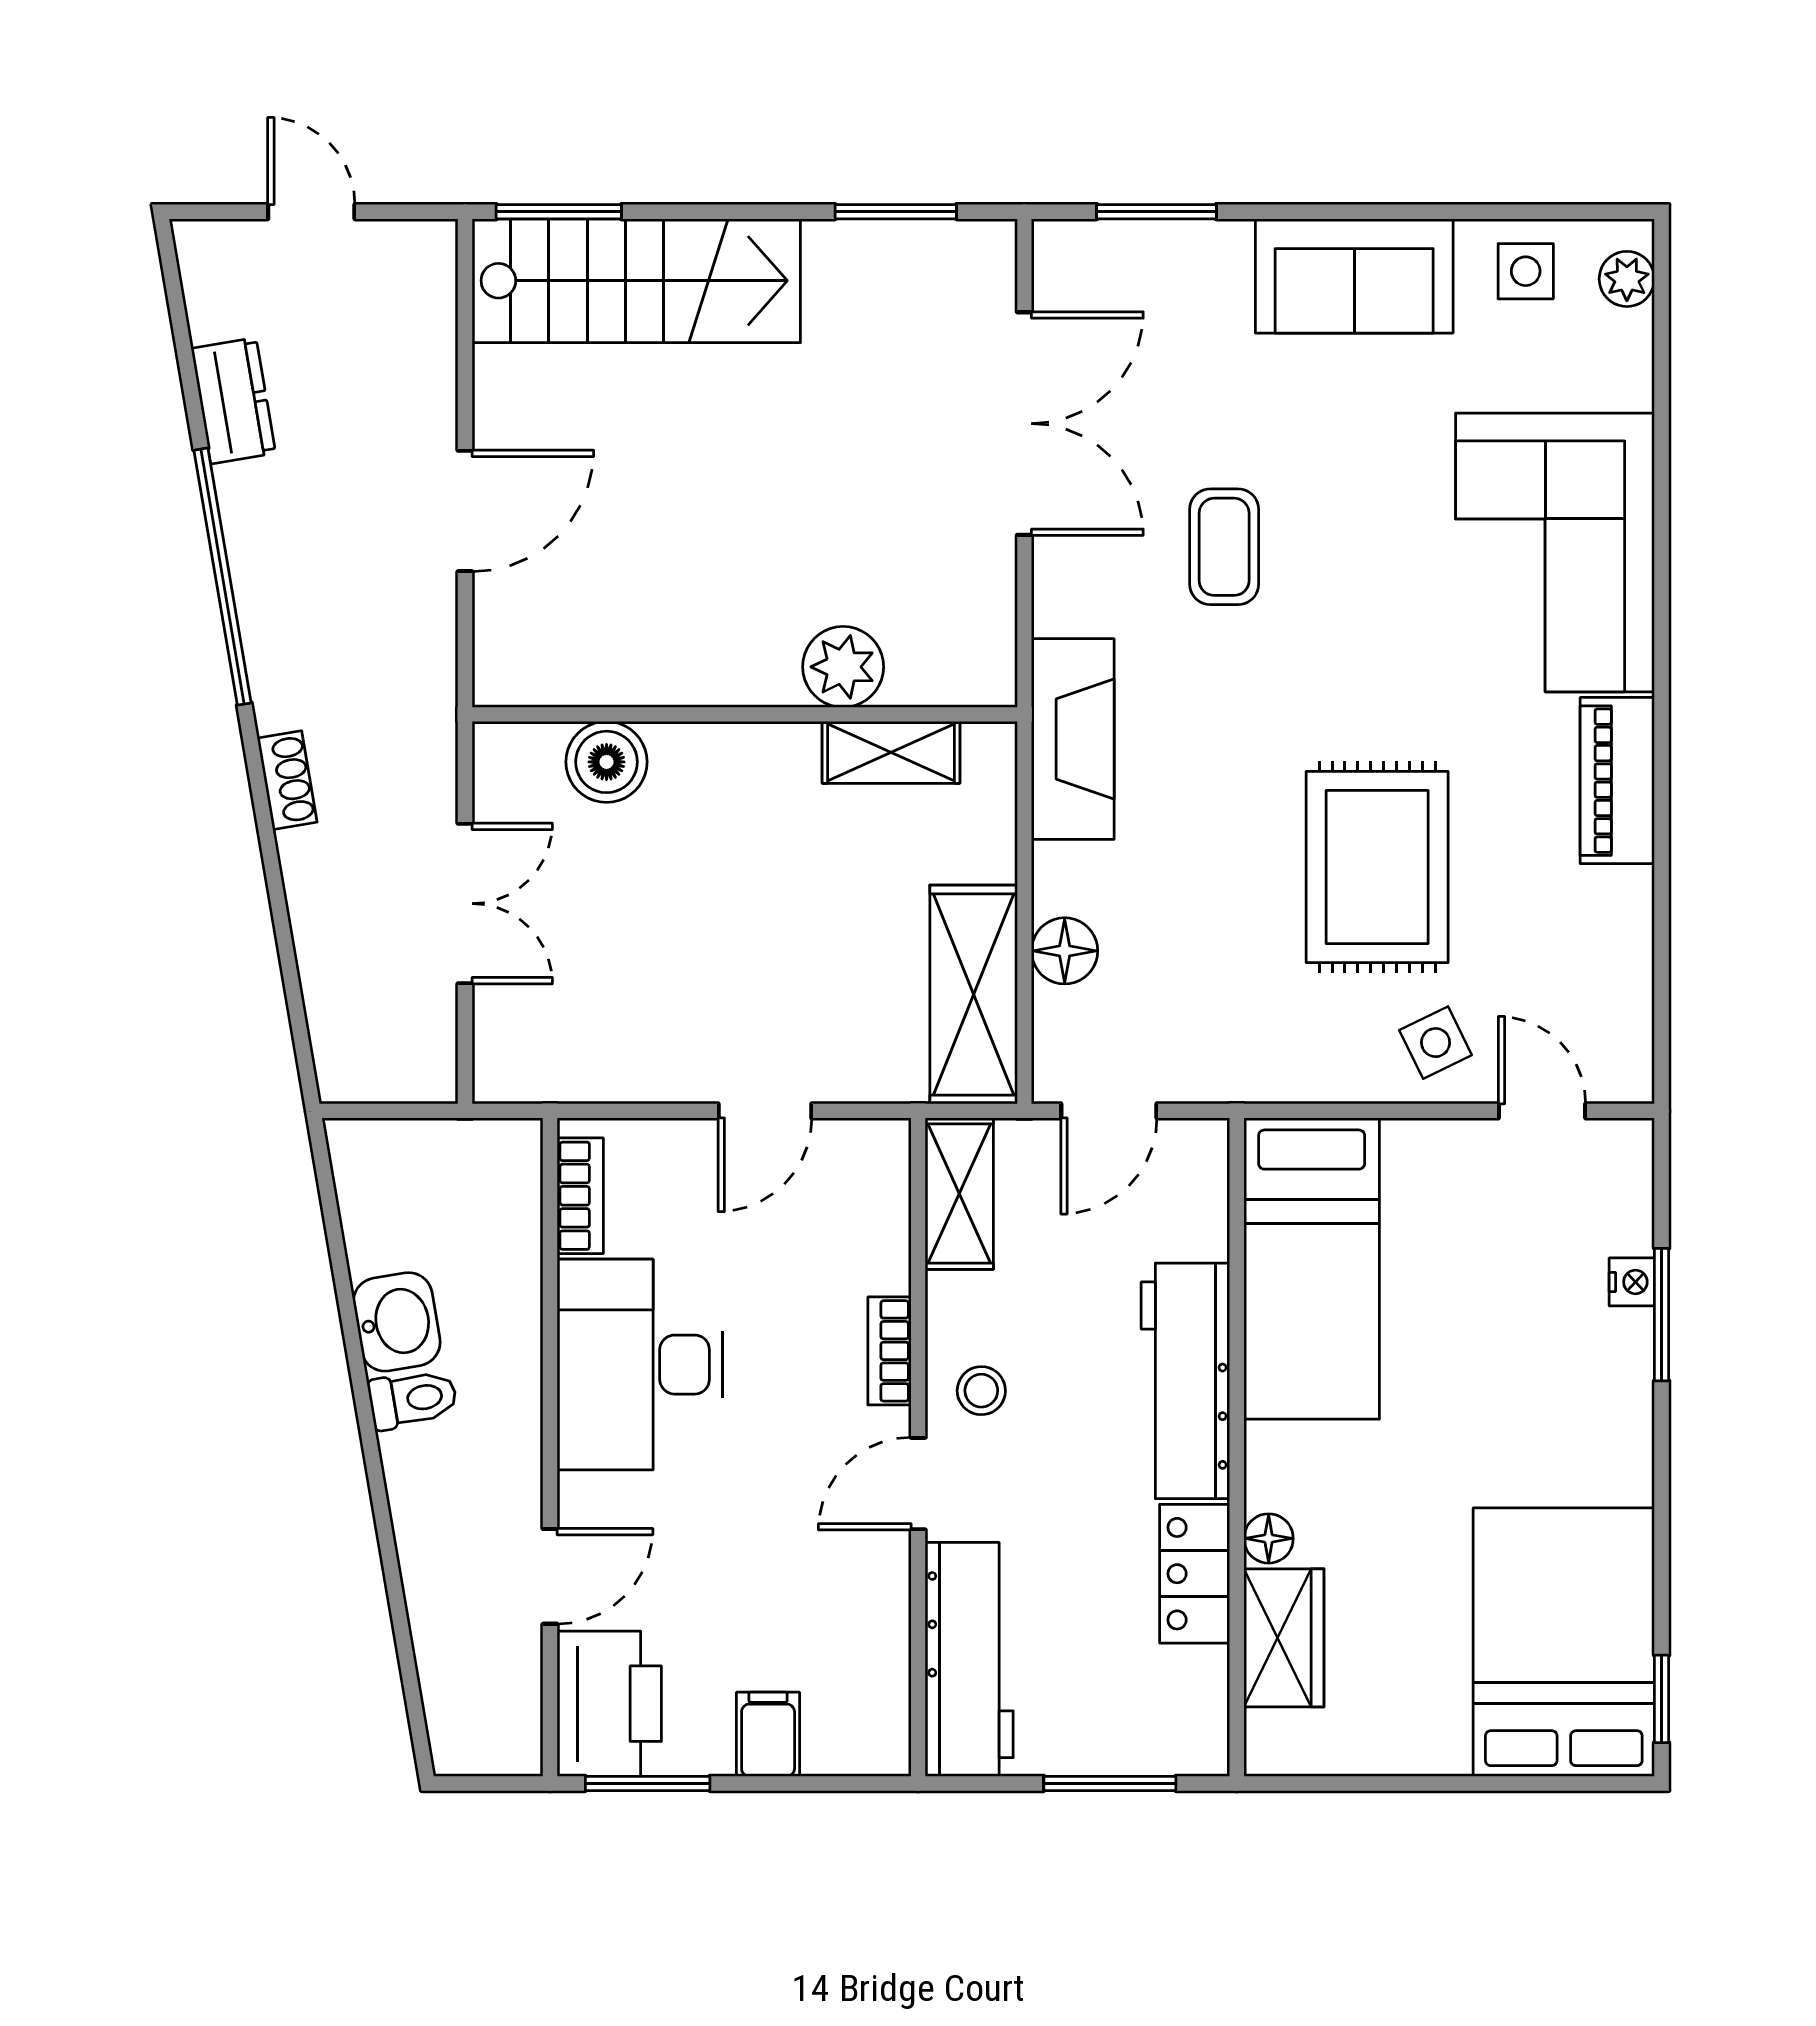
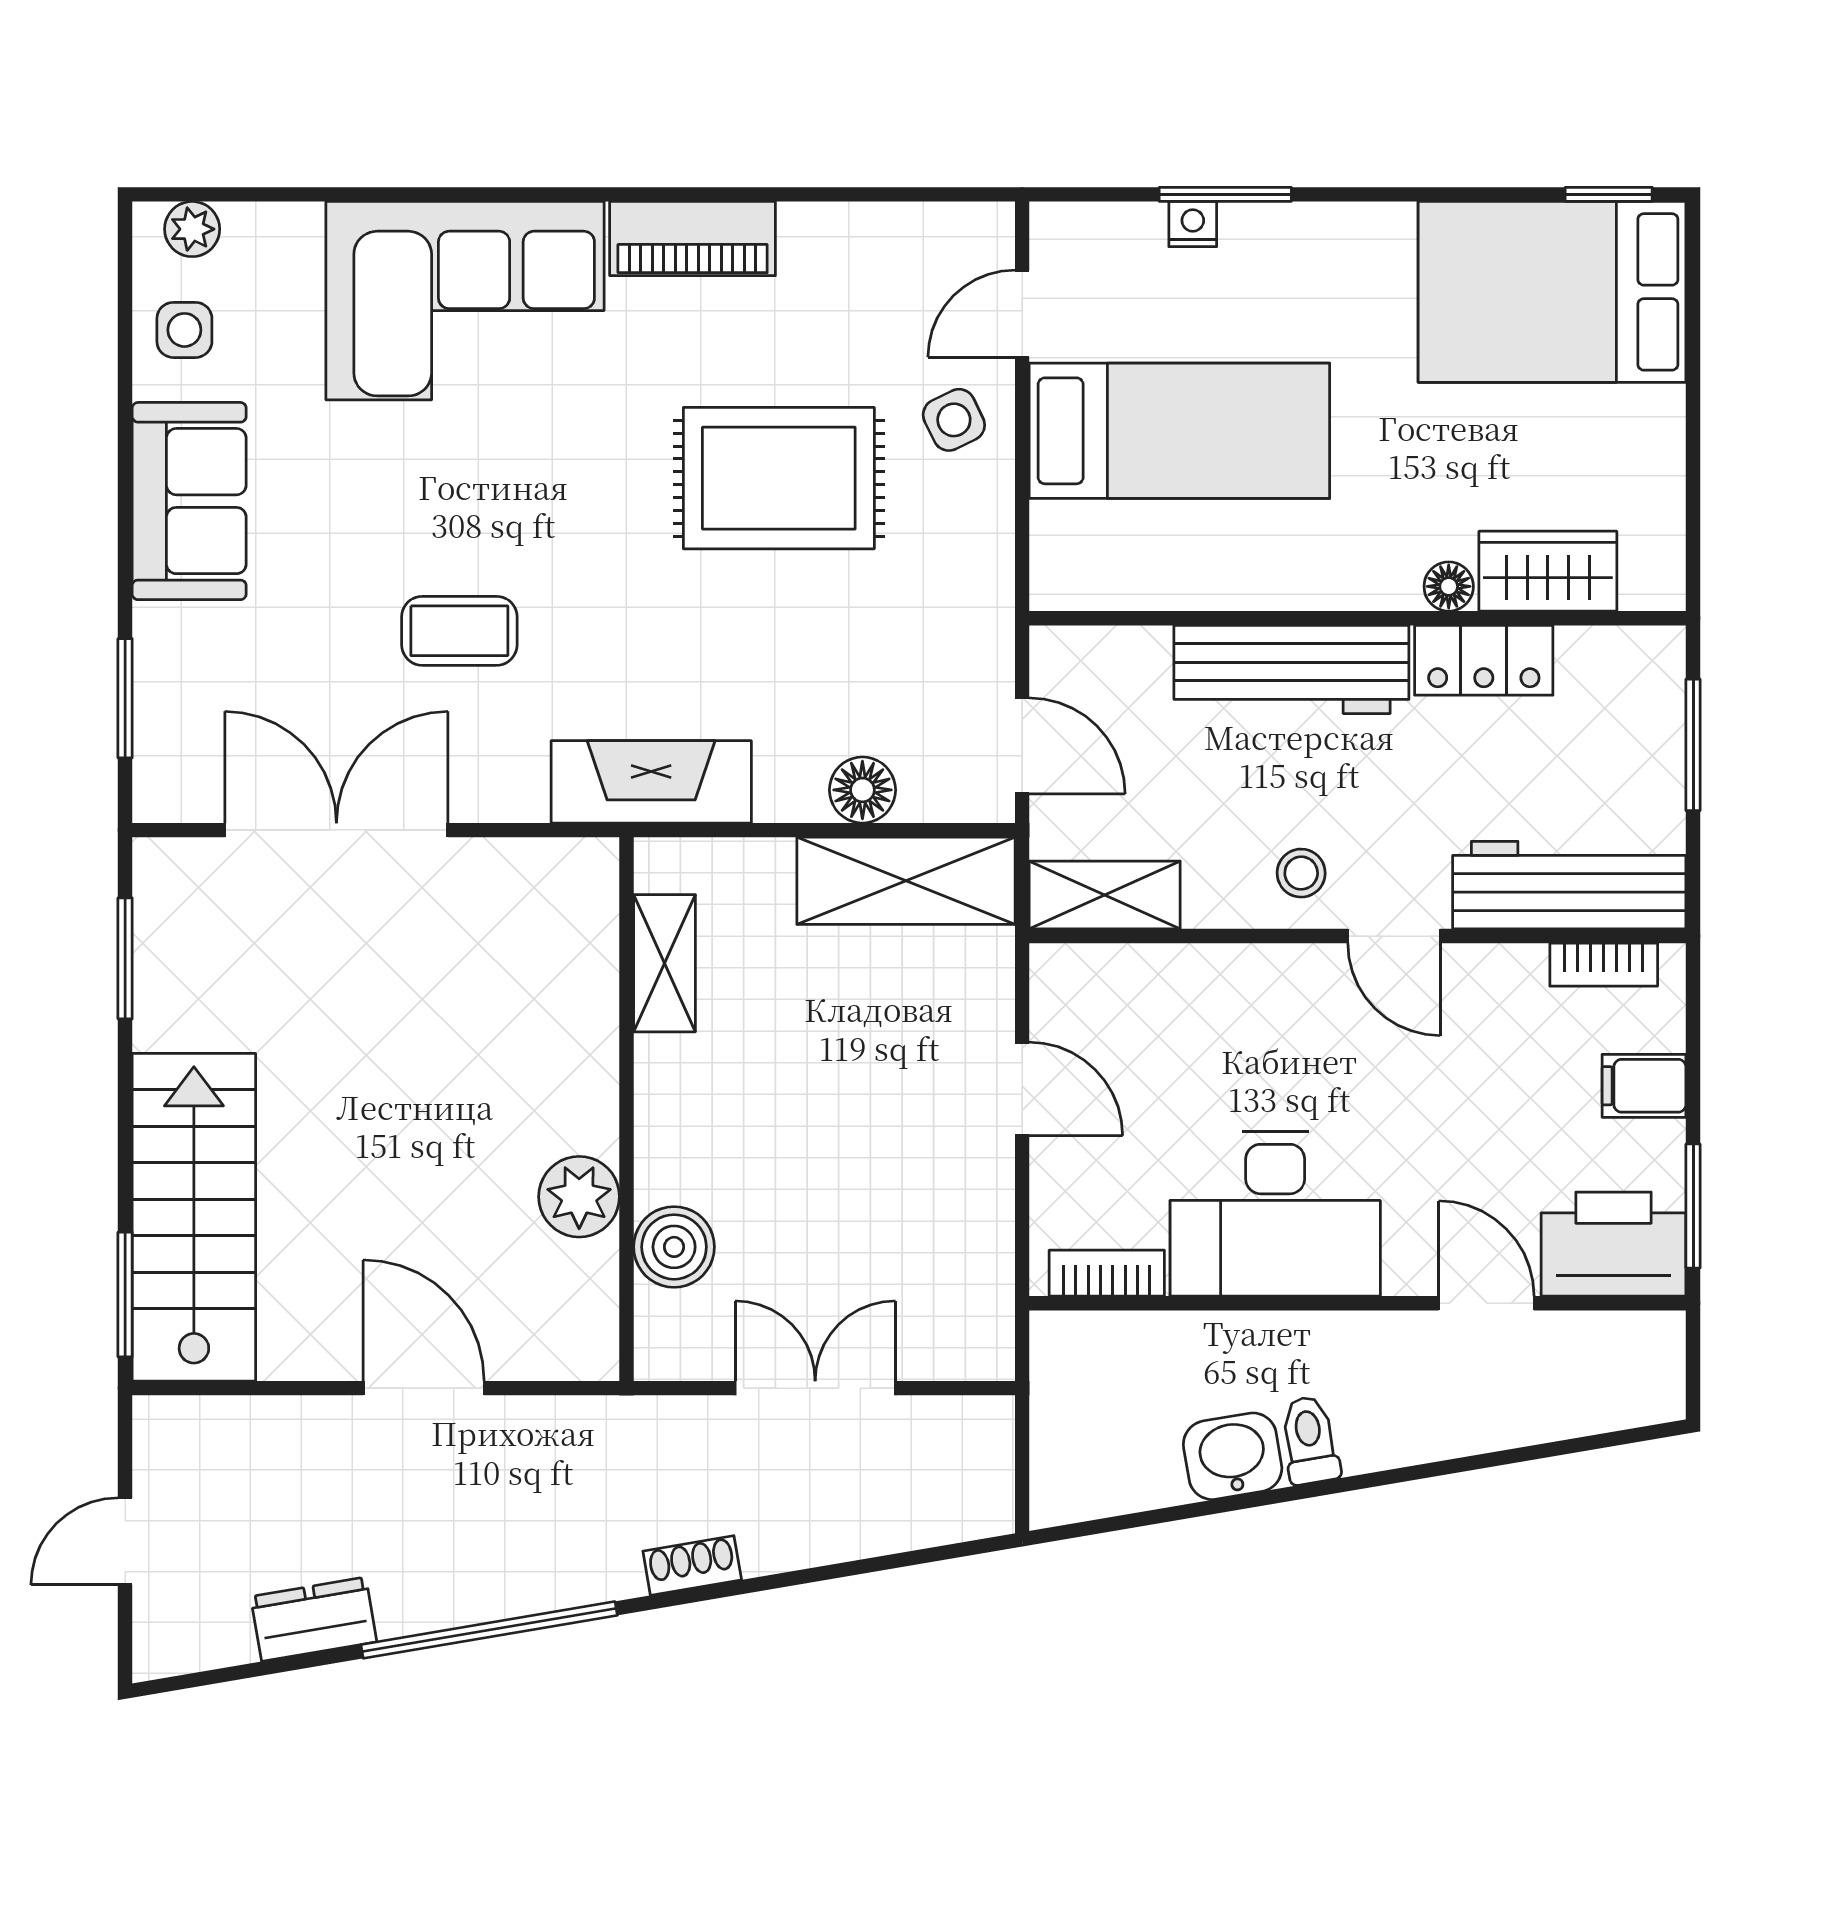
plant: (843, 667) -> (579, 1197), moved
bed: (1312, 1269) -> (1179, 431), moved
bookcase: (889, 1351) -> (1604, 965), moved

